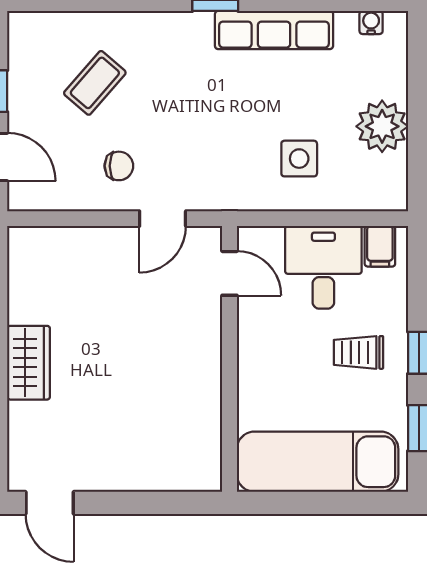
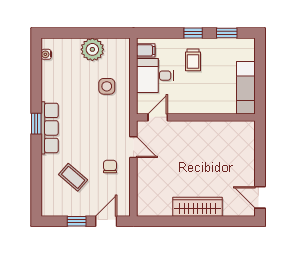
row of seats: (274, 30) -> (50, 128), moved
wardrobe: (29, 363) -> (198, 207), width x1.50
exam couch: (318, 462) -> (246, 88), width x0.73, depth x0.69
door: (50, 503) -> (260, 197), swing flipped

